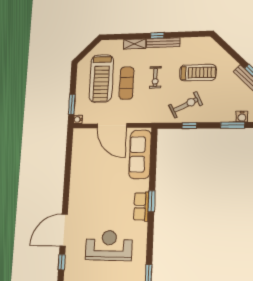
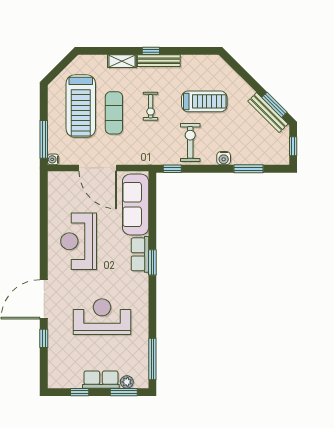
window: (72, 104) -> (44, 139), width x1.44
exercise bike: (186, 105) -> (190, 142), turned -64
water cooler: (242, 117) -> (224, 158), moved
window: (189, 126) -> (172, 169), moved
reception desk: (94, 184) -> (79, 241), added
row of seats: (141, 206) -> (140, 254), moved

